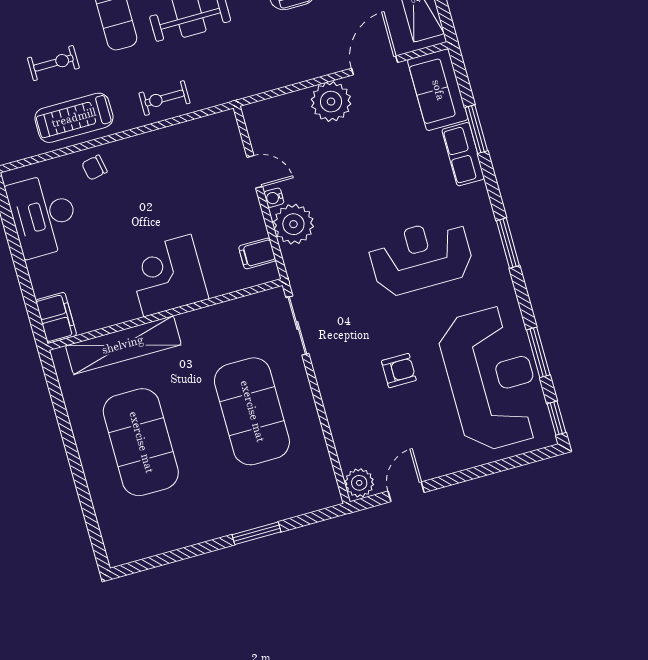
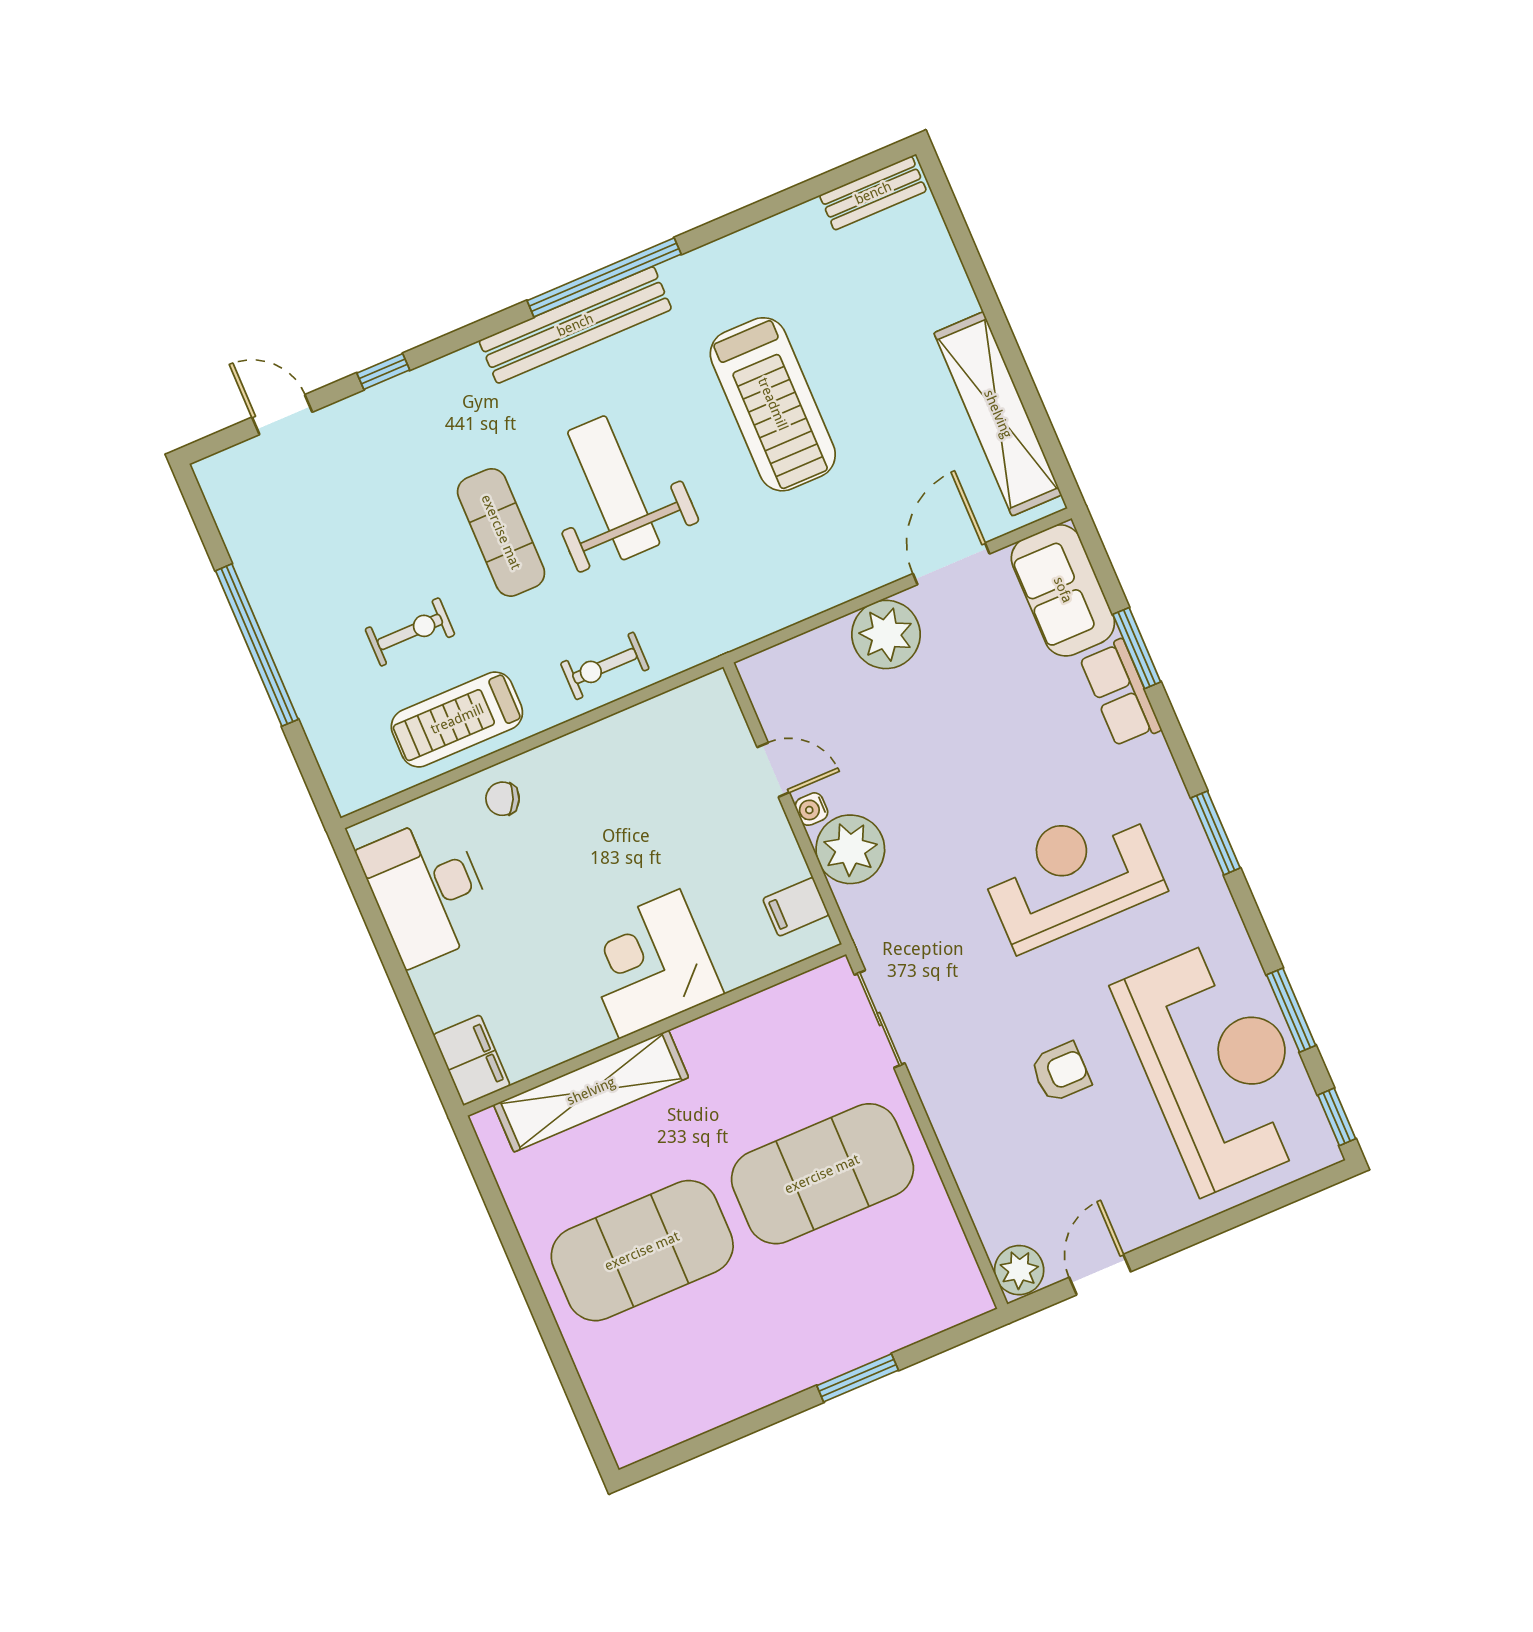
chair: (94, 168) -> (503, 799), turned 36
exercise mat: (252, 411) -> (822, 1174), turned 90
exercise mat: (141, 442) -> (642, 1251), turned 90

